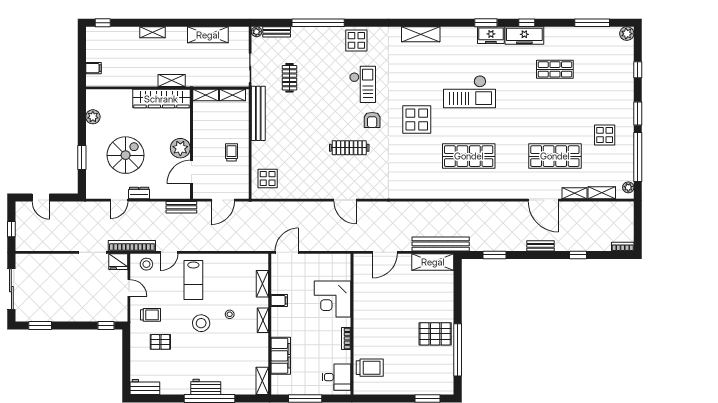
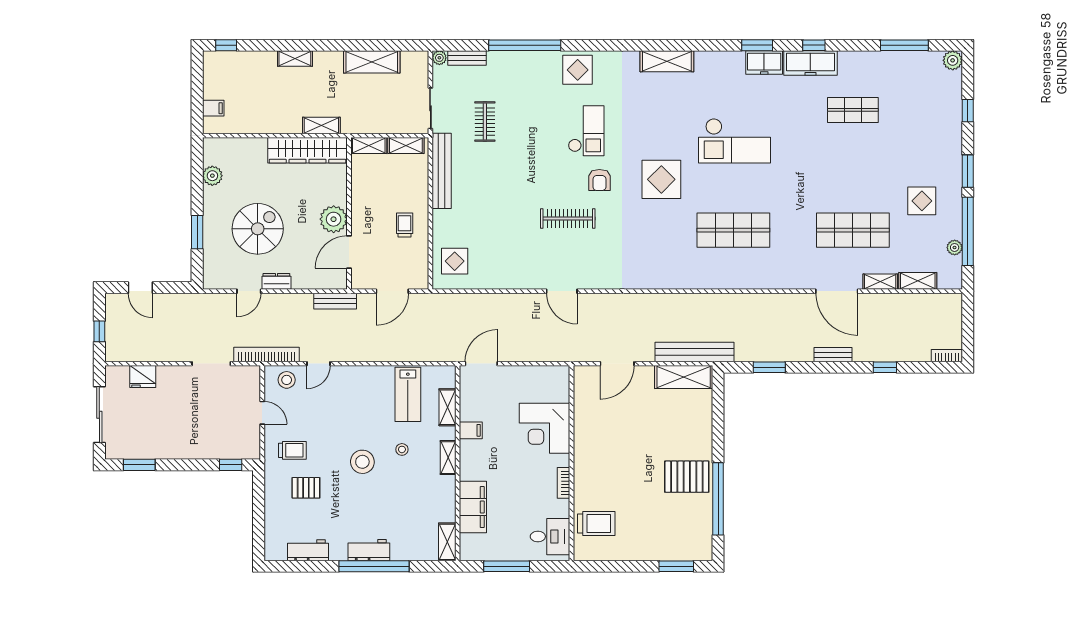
plant: (628, 187) -> (955, 247), moved
fridge: (118, 262) -> (143, 376), moved
lab bench: (193, 280) -> (408, 394), moved
workbench: (145, 387) -> (308, 550), moved

